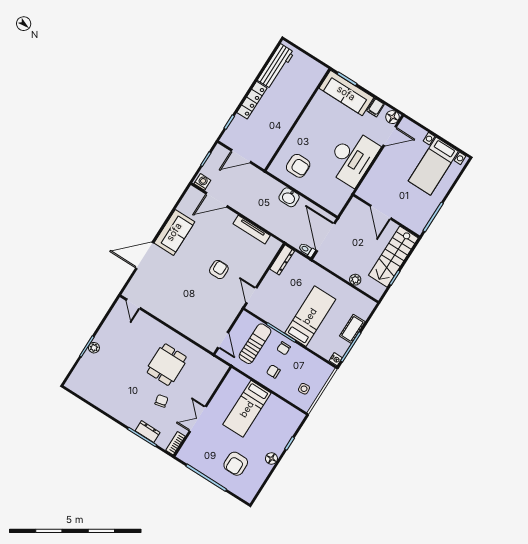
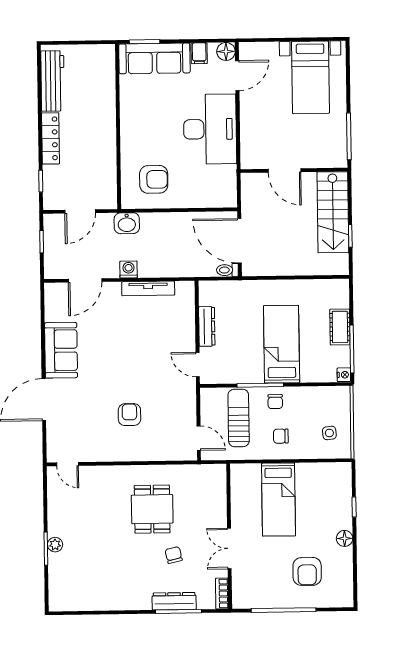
washing machine: (202, 182) -> (129, 269), moved
washbasin: (289, 197) -> (127, 223), moved
dresser: (282, 260) -> (207, 326), moved
armchair: (219, 269) -> (129, 415), moved
plant: (355, 280) -> (306, 268), removed
dresser: (148, 432) -> (174, 601), width x1.44

